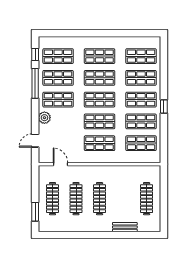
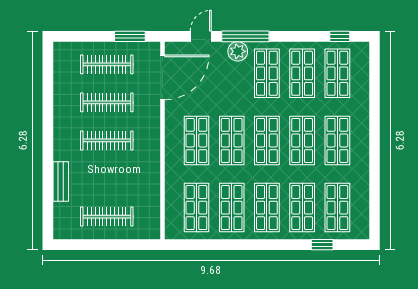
window: (35, 83) -> (245, 36), moved
window: (164, 107) -> (322, 245), moved
door: (35, 141) -> (201, 36), hinge flipped
door: (61, 164) -> (162, 77), width x1.88
window: (35, 212) -> (130, 36), moved

